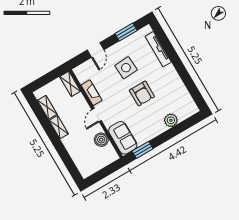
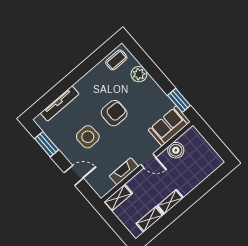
coffee table: (186, 103) -> (116, 60), added

